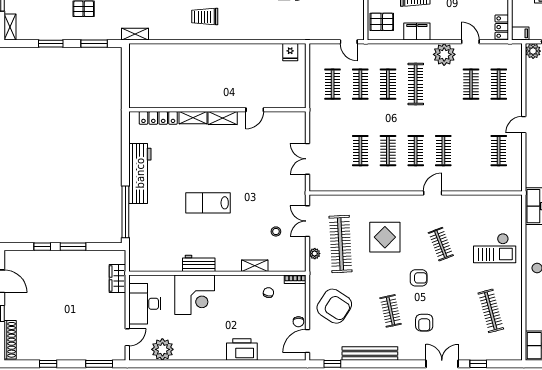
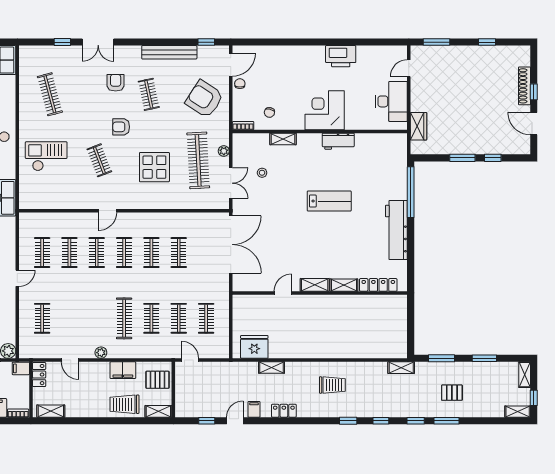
shelving: (266, 34) -> (272, 368), added
fridge: (290, 52) -> (254, 347), width x1.88, depth x1.34
plant: (444, 54) -> (101, 353), width x0.53, depth x0.53
clothes rail: (471, 84) -> (69, 253), moved
double door: (308, 159) -> (231, 244), width x1.87
corner desk: (195, 295) -> (325, 110), moved
shoe rack: (10, 340) -> (525, 86), moved
plant: (162, 349) -> (374, 56), removed
printer: (242, 349) -> (341, 56), moved

